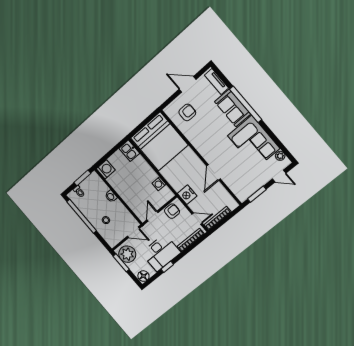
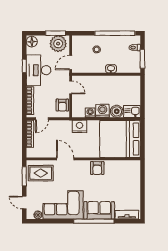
door: (188, 84) -> (142, 193), removed
armchair: (187, 112) -> (97, 168), moved
boiler: (140, 163) -> (117, 111), added
washing machine: (106, 169) -> (102, 111), moved, turned 180
door: (279, 176) -> (24, 203), hinge flipped
rug: (243, 183) -> (41, 173), added
nightstand: (187, 195) -> (80, 126), moved

